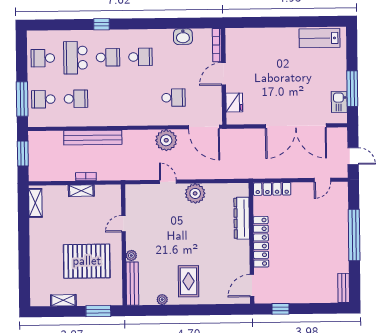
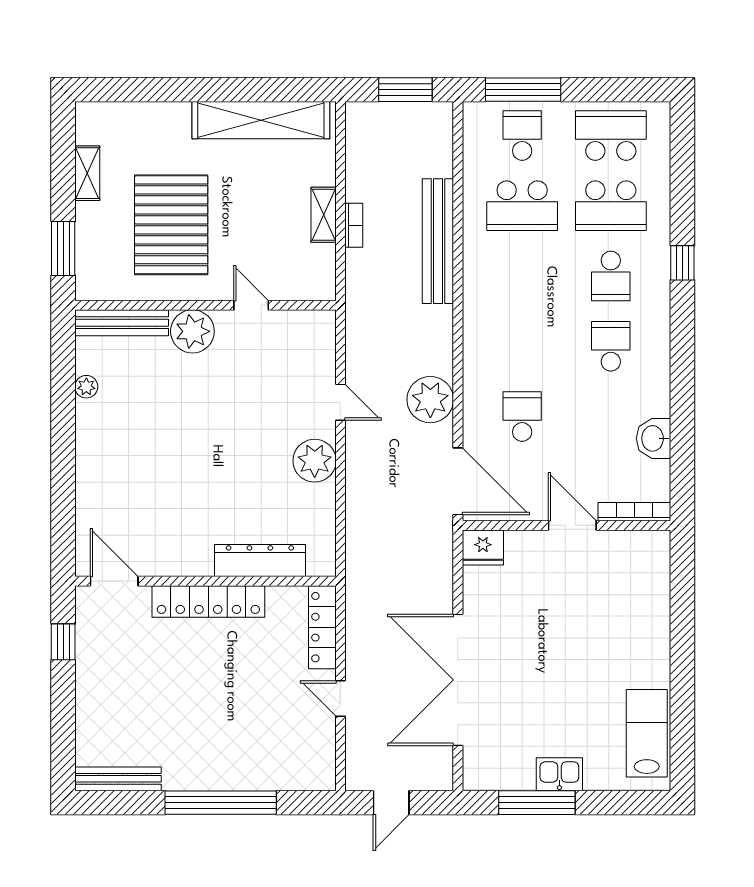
school desk: (140, 57) -> (611, 346), turned 180
school desk: (43, 58) -> (611, 135), width x1.85
school desk: (75, 58) -> (611, 206), turned 180
school desk: (174, 98) -> (522, 416), turned 180
school desk: (76, 99) -> (522, 206), width x1.85
kitchen sink: (339, 102) -> (559, 774), moved
fridge: (234, 103) -> (483, 547), moved
door: (204, 127) -> (458, 481), swing flipped
door: (322, 180) -> (340, 698), moved
door: (168, 182) -> (340, 402), hinge flipped
shelving: (35, 203) -> (261, 120), width x2.20, depth x1.33
plant: (131, 255) -> (192, 331), width x1.87, depth x1.87
rug: (189, 281) -> (125, 444), removed
bench: (344, 288) -> (118, 779), width x1.36

